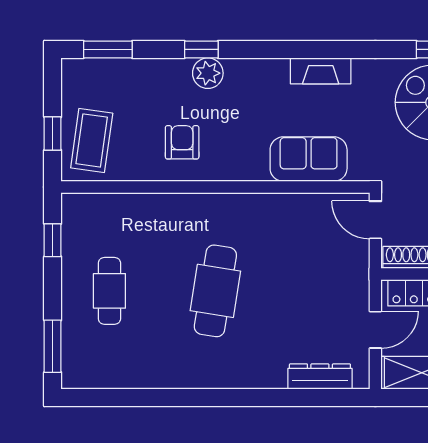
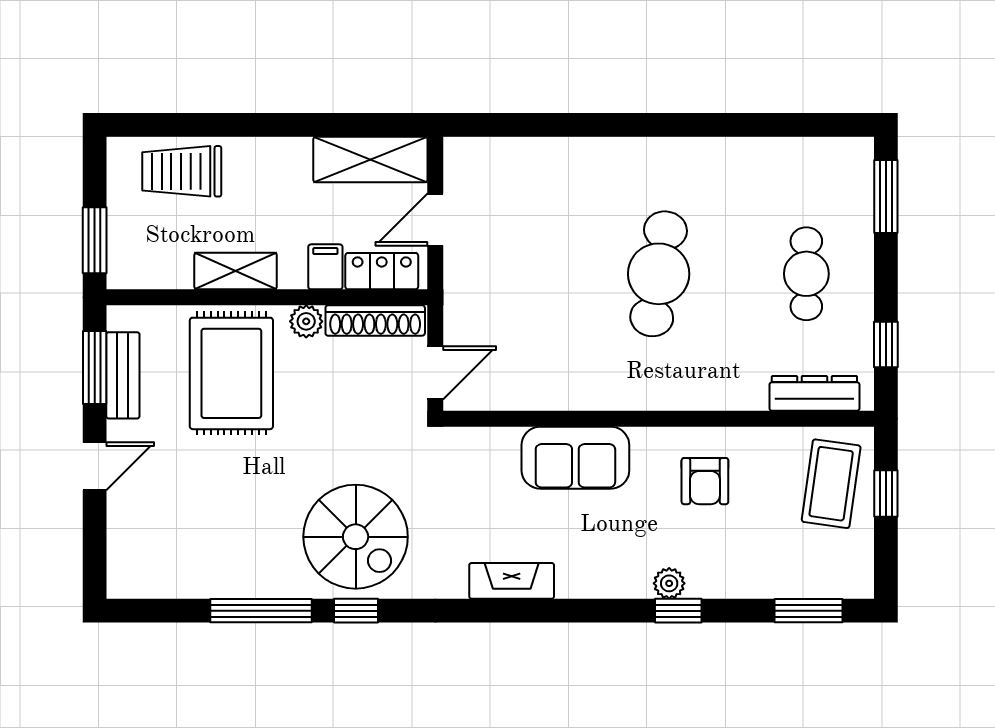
plant: (208, 73) -> (669, 583), width x0.73, depth x0.73
sofa: (309, 159) -> (575, 458), moved
door: (375, 220) -> (435, 373), hinge flipped
dresser: (320, 377) -> (814, 393), moved, turned 180

